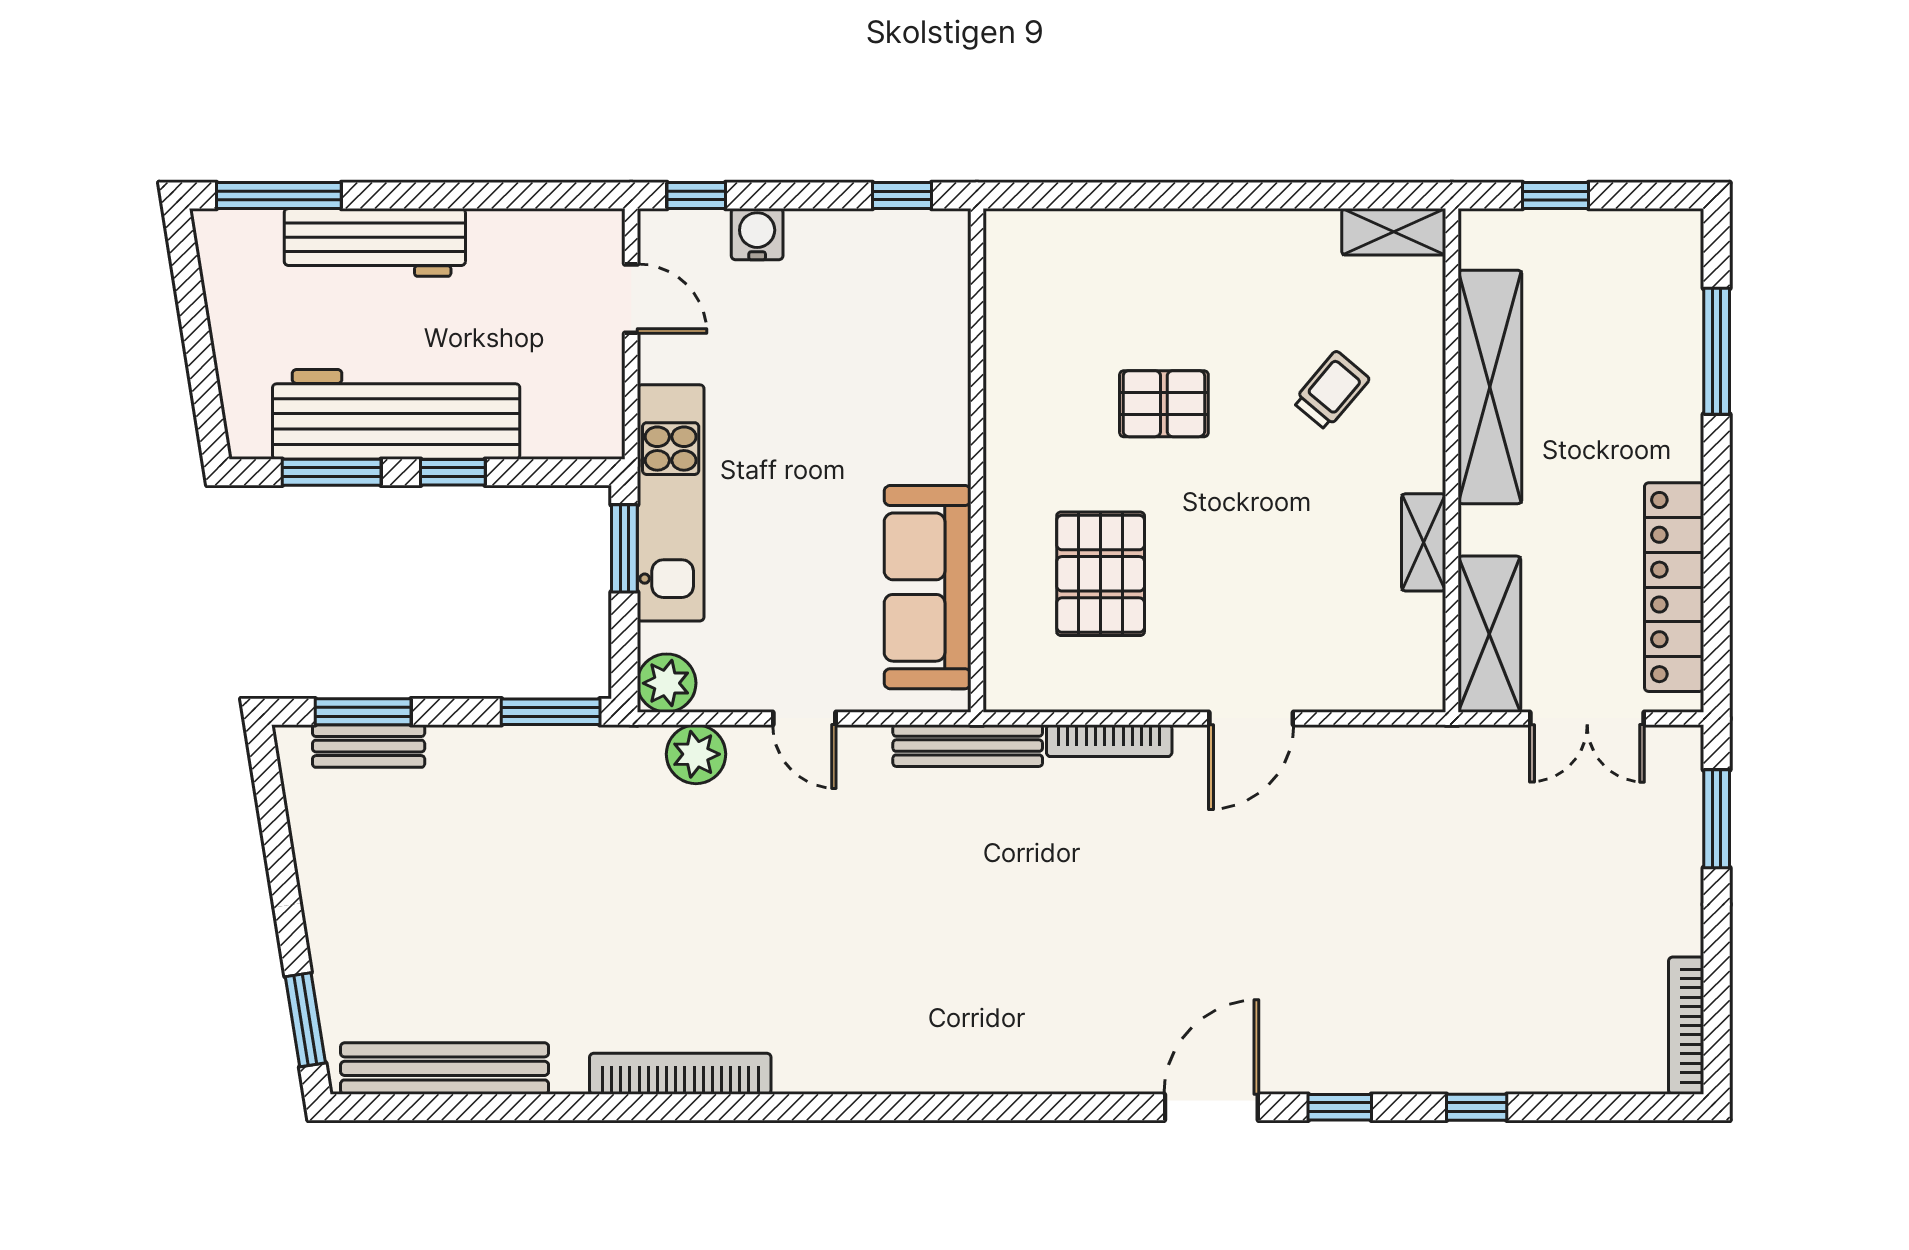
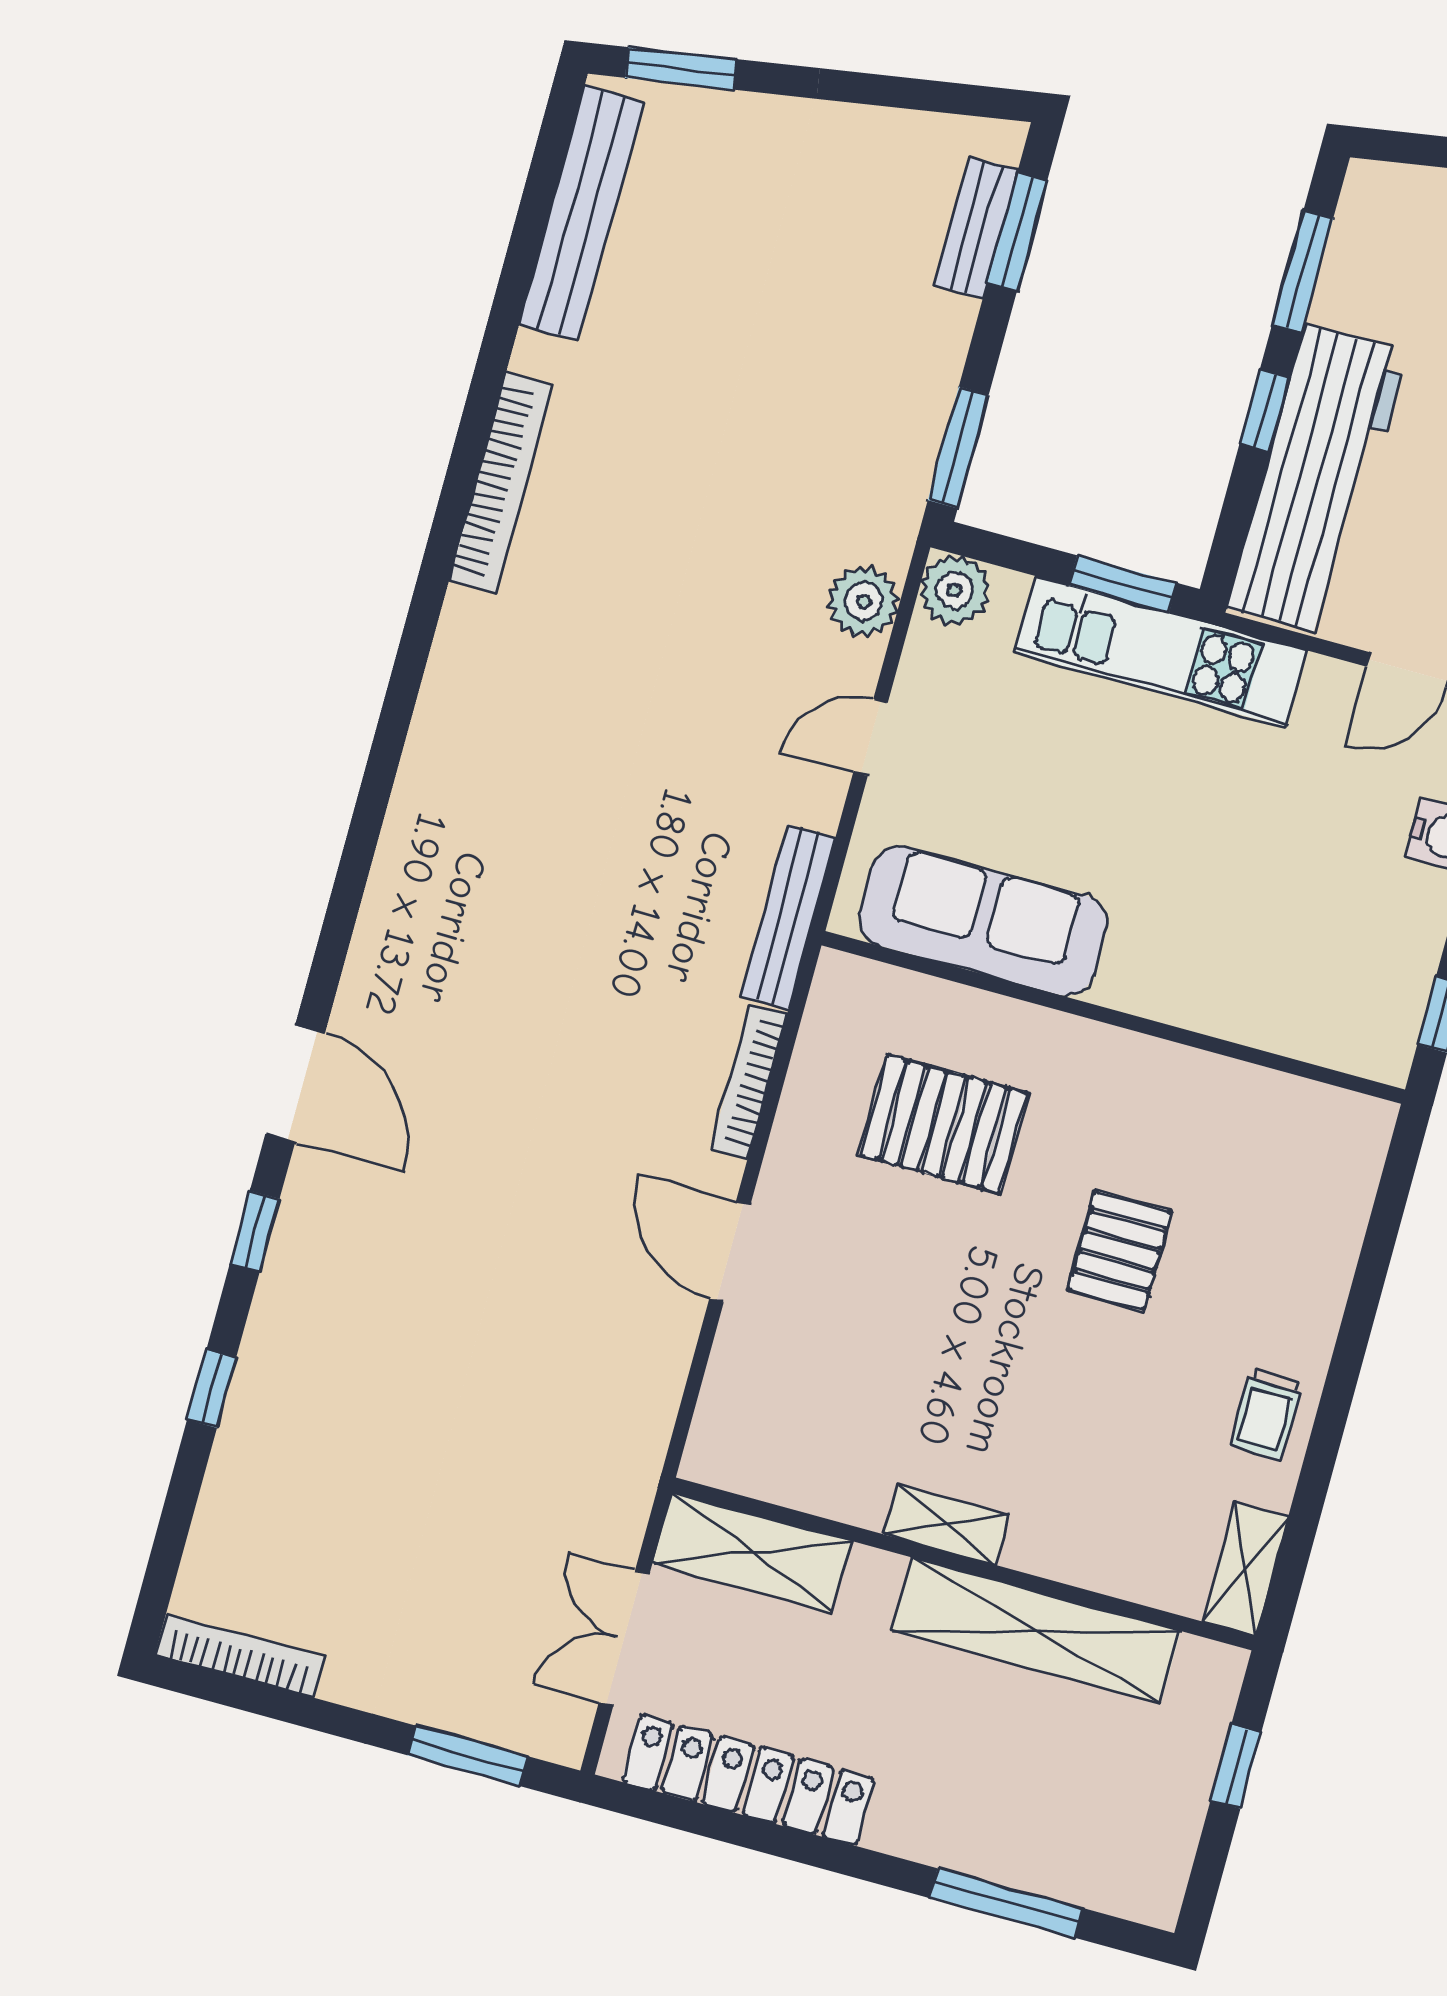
trolley: (1331, 390) -> (1266, 1413), moved, turned 50
workbench: (396, 414) -> (1317, 480), moved
shelving: (1424, 542) -> (946, 1524), moved

